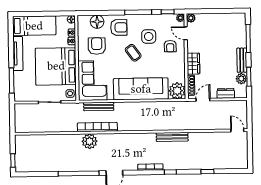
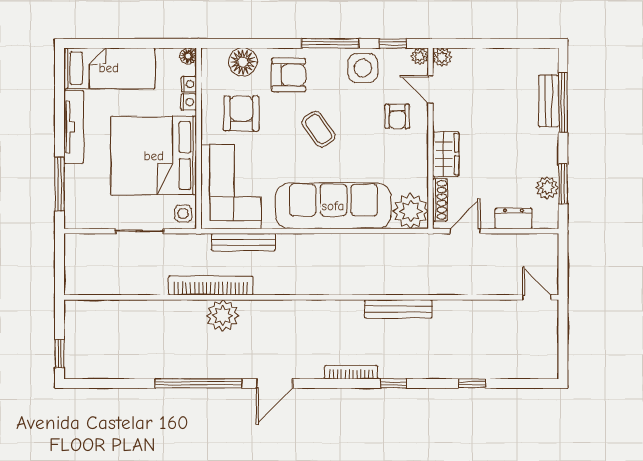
side table: (149, 36) -> (363, 68), moved
bench: (242, 60) -> (549, 101), moved
bookcase: (97, 127) -> (211, 286), moved

